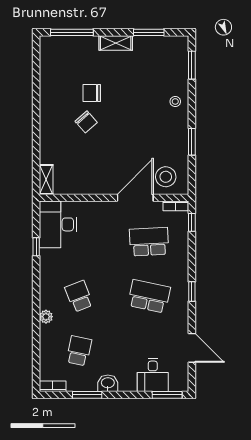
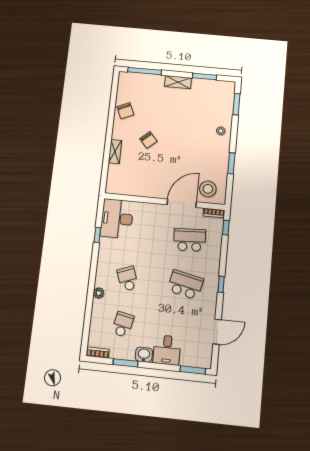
chair: (92, 93) -> (125, 111), moved, turned -114
shelving: (46, 179) -> (115, 152), moved
door: (192, 348) -> (217, 332), hinge flipped
desk: (153, 375) -> (167, 350), moved

